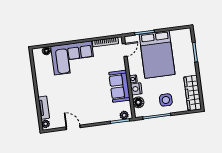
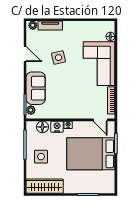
sofa: (120, 86) -> (36, 88), moved, turned 90
side table: (72, 96) -> (59, 58), added
door: (73, 127) -> (25, 54), hinge flipped

